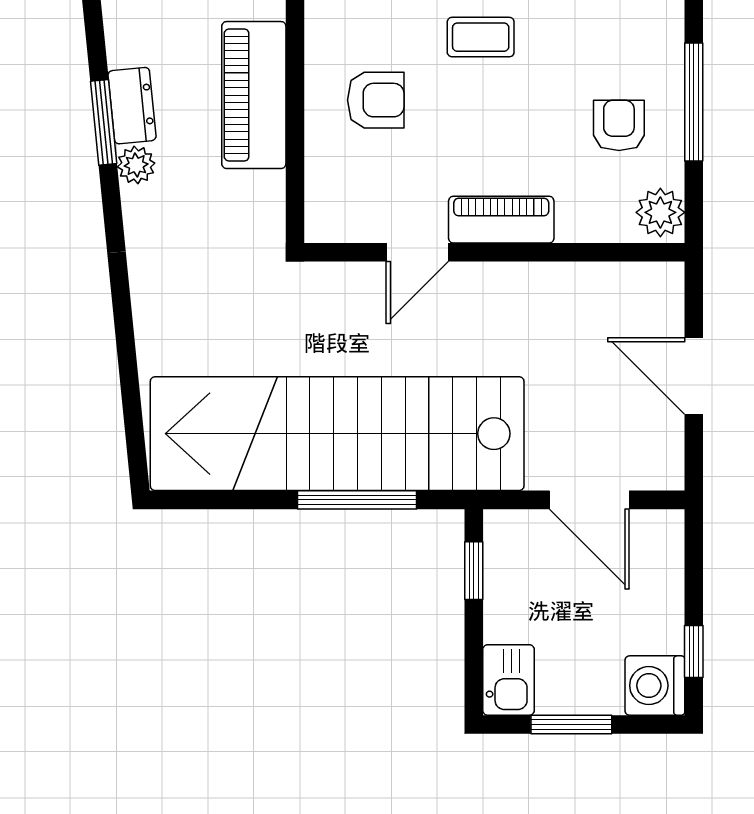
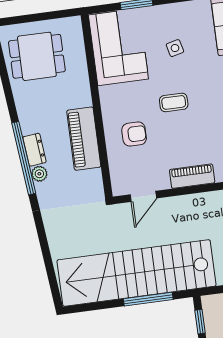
window: (104, 122) -> (24, 158), width x2.11
door: (417, 252) -> (143, 196), moved

